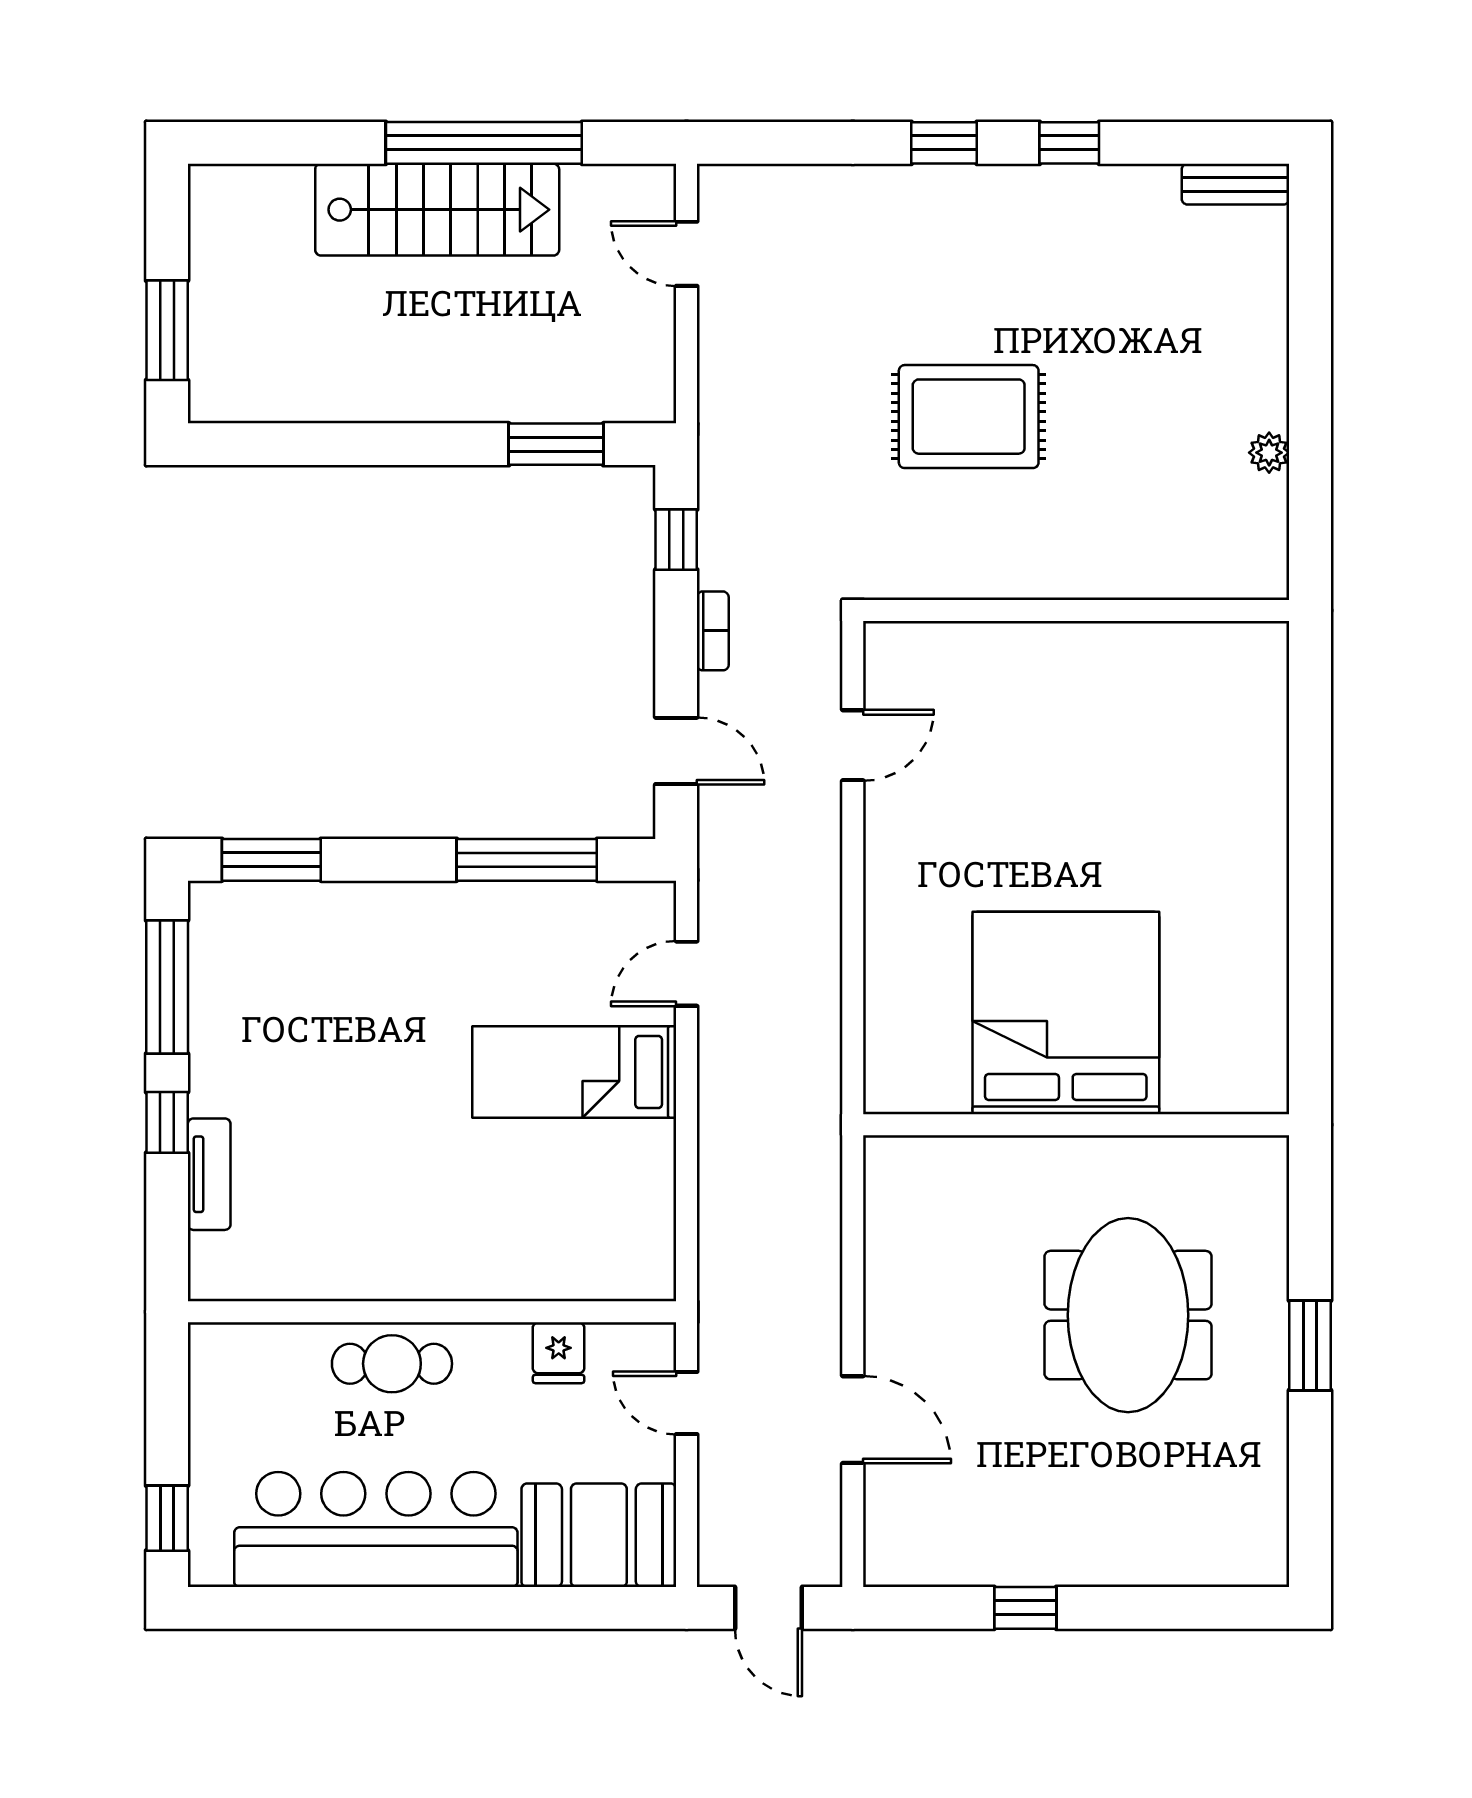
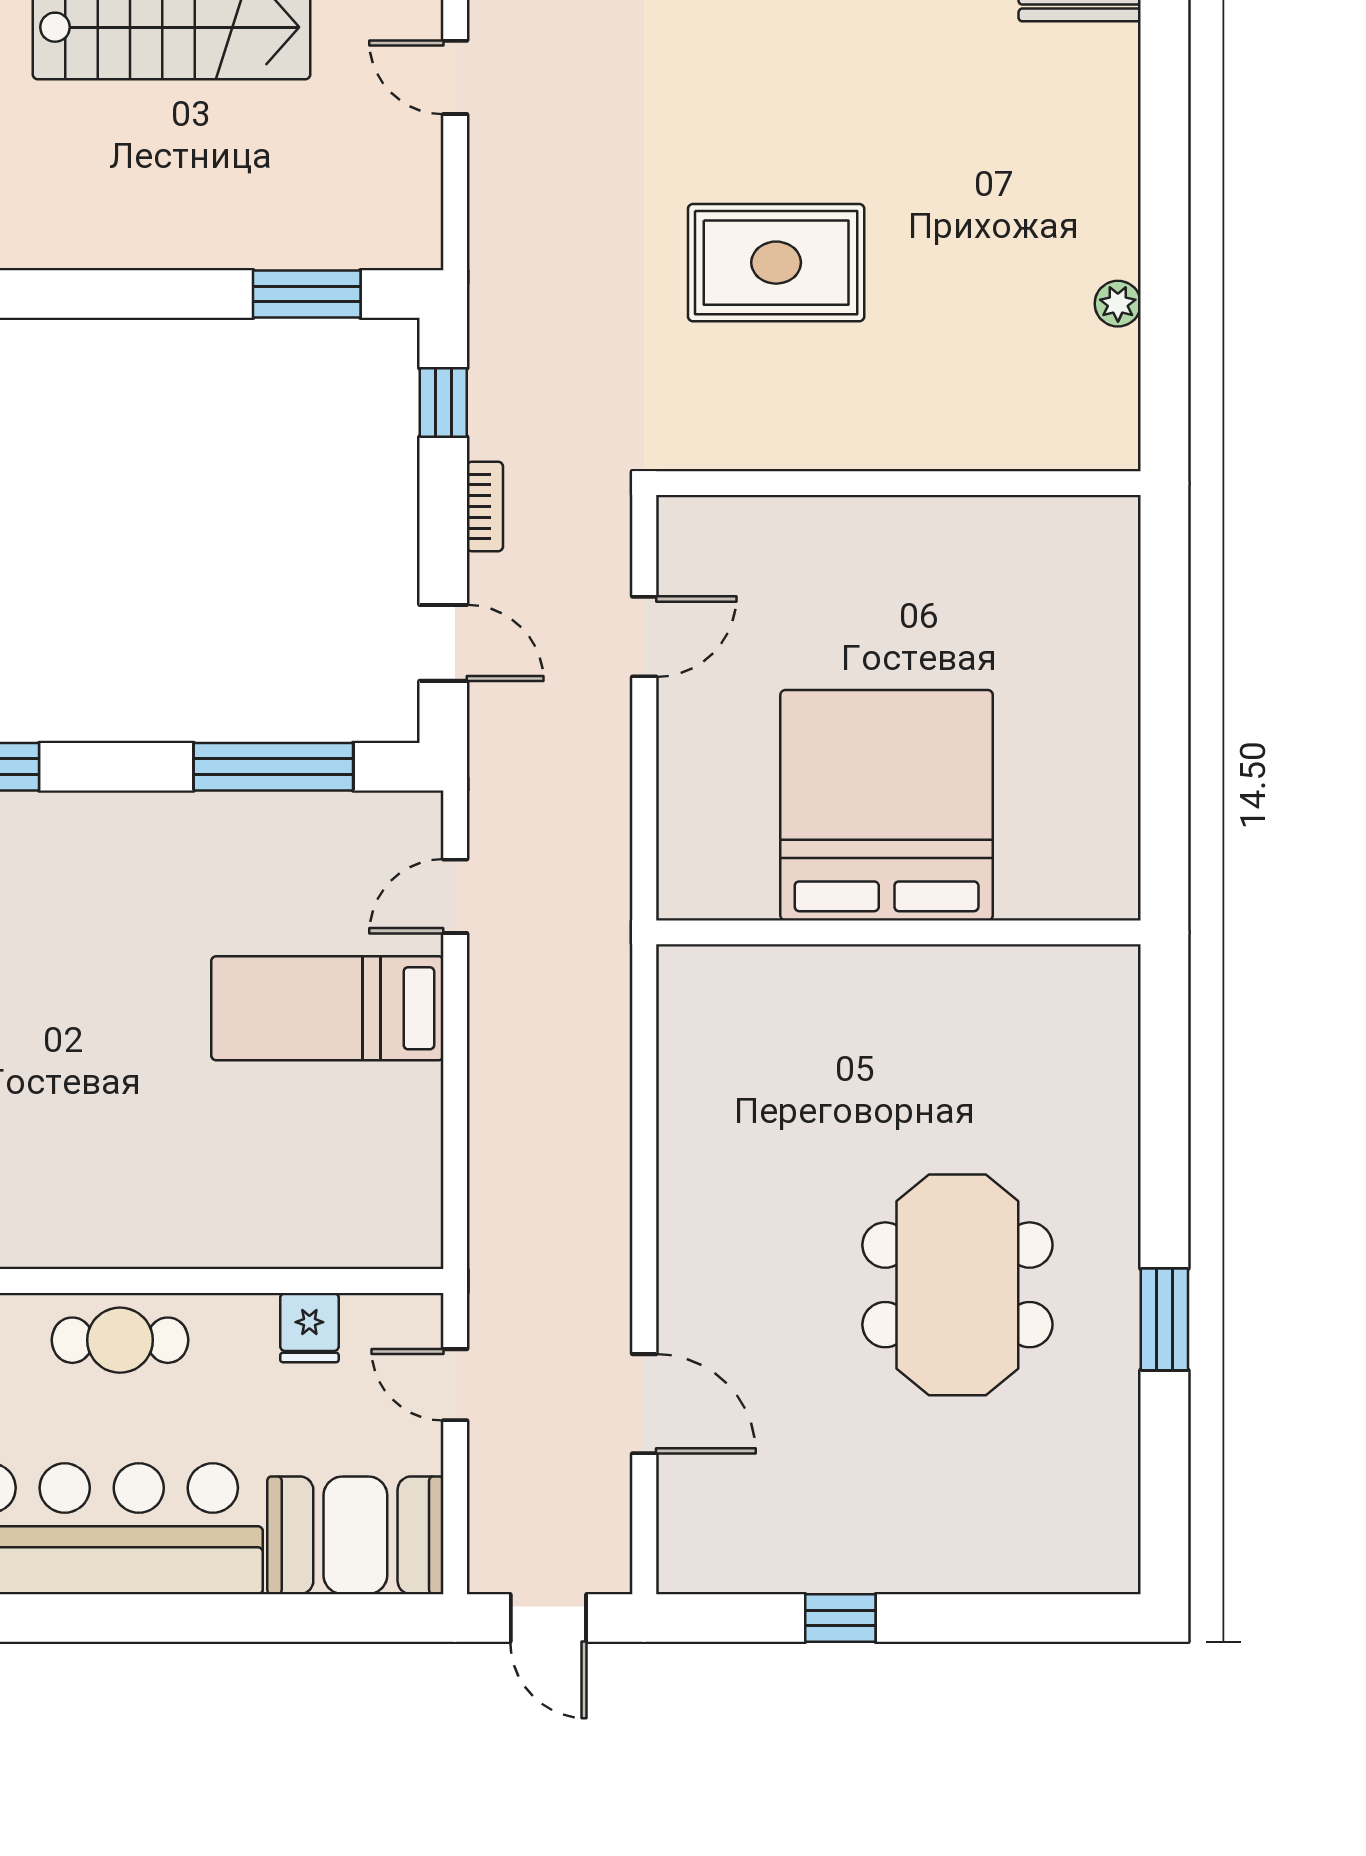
bed: (1066, 1013) -> (887, 805), moved
wall: (1076, 1125) -> (898, 932), moved

